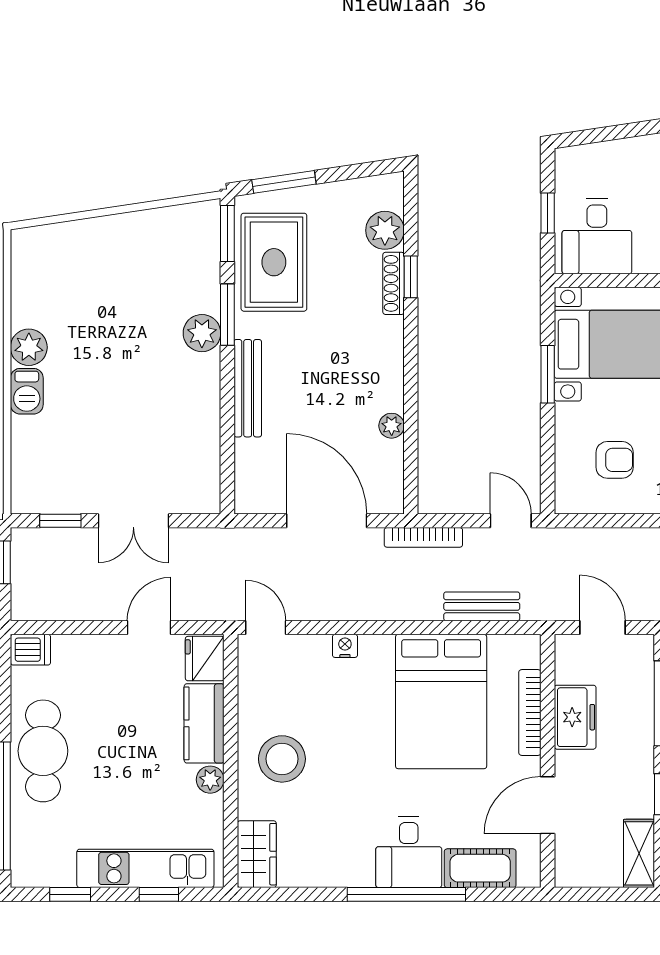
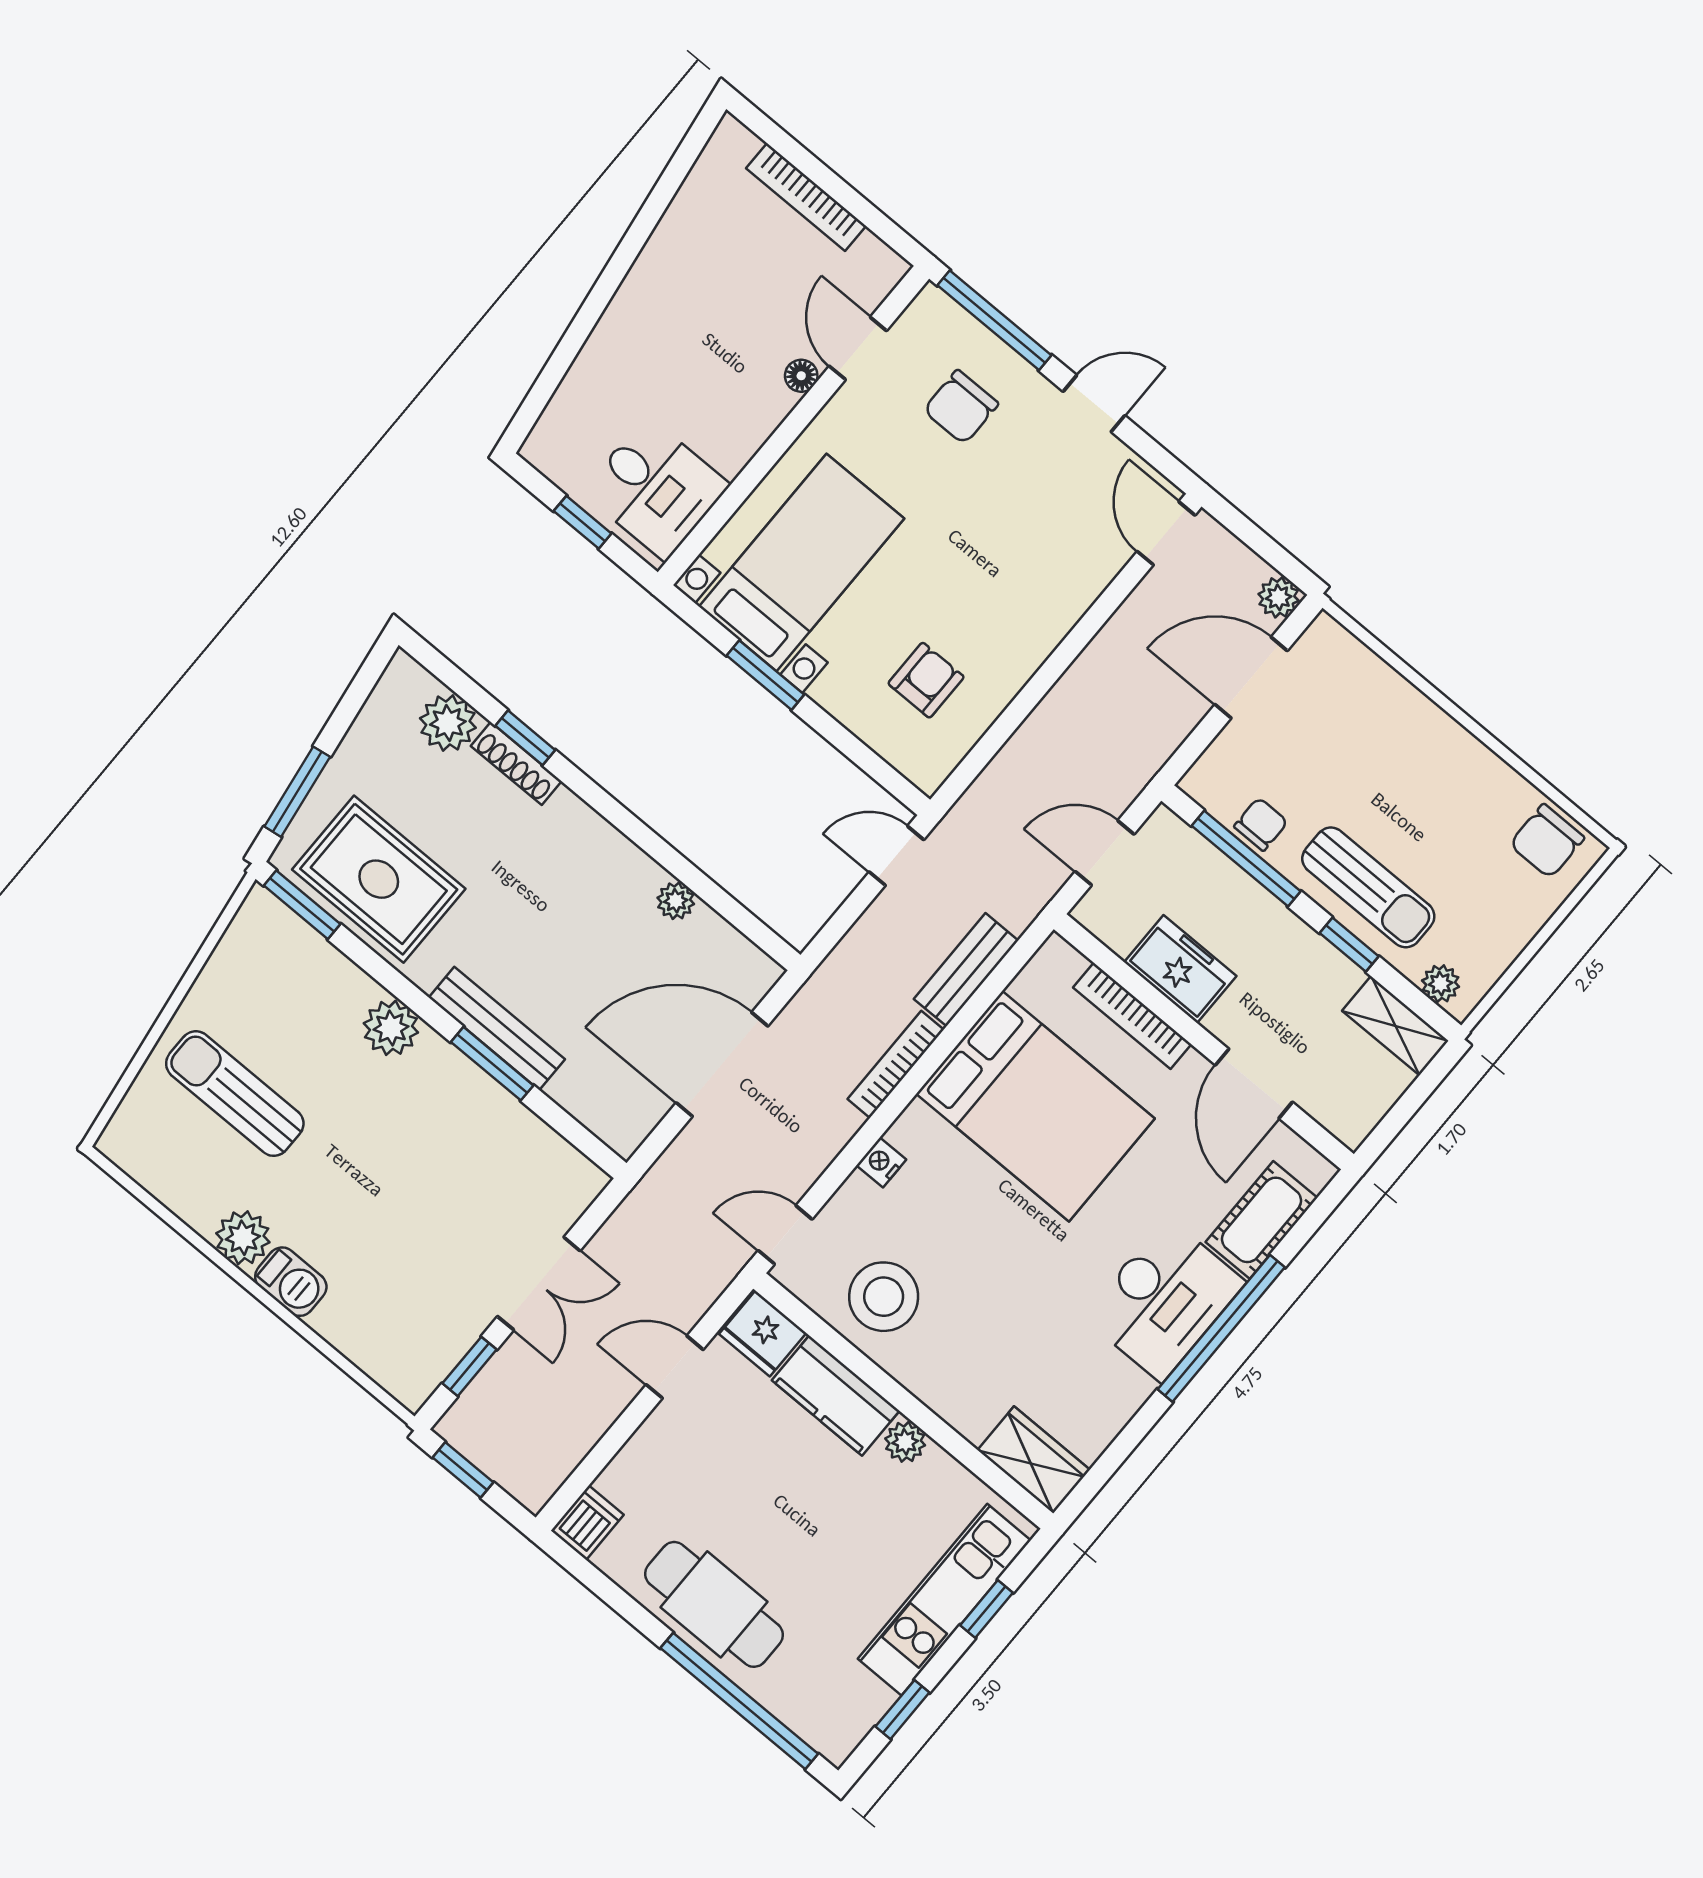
sun lounger: (100, 281) -> (235, 1094), added
window: (227, 315) -> (492, 1064), moved
bookcase: (423, 537) -> (896, 1064), moved, turned 180
door: (149, 627) -> (675, 1367), hinge flipped
stool: (282, 759) -> (884, 1297), moved
desk: (409, 852) -> (1164, 1300), width x1.37

